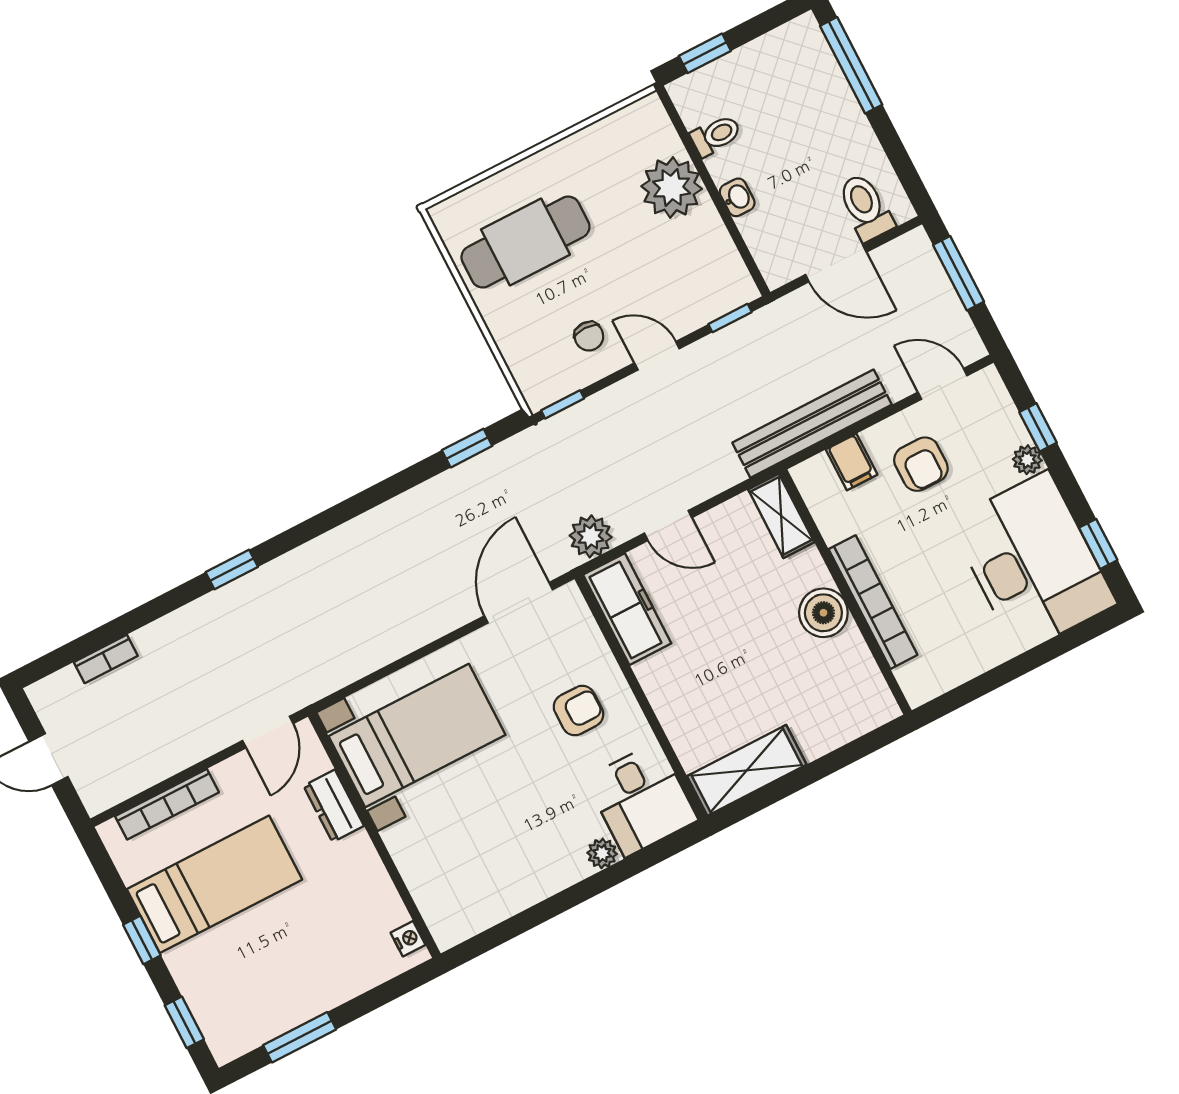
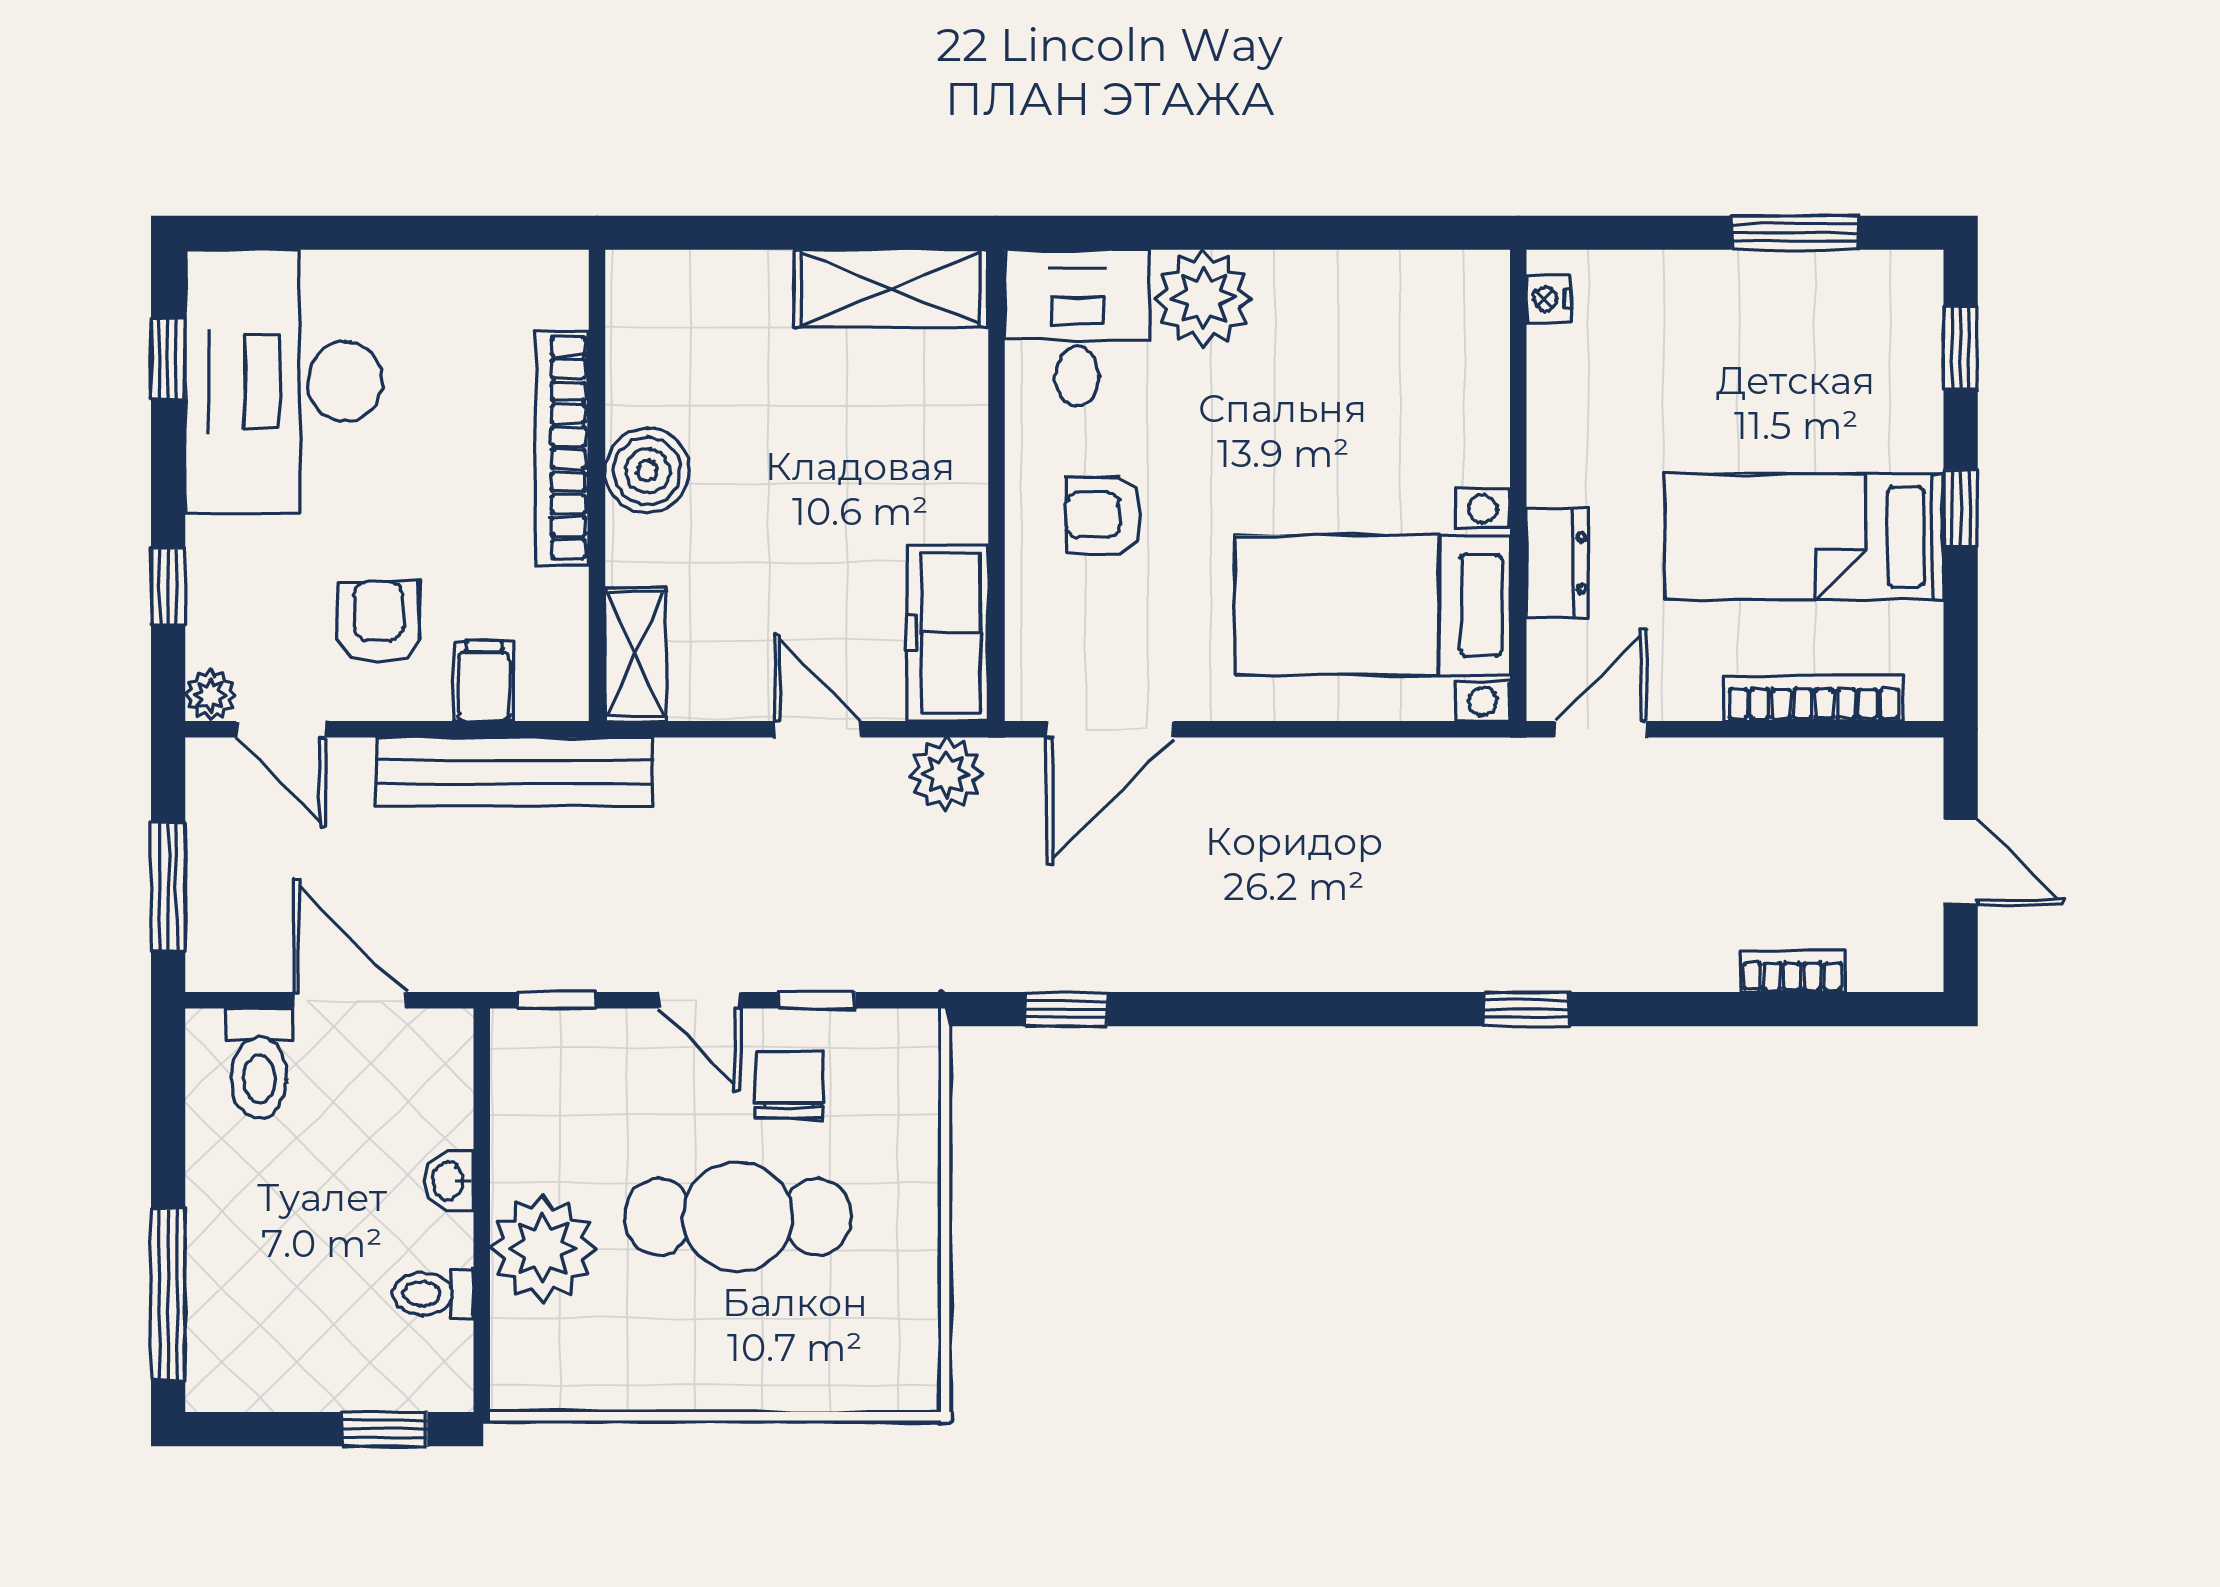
cafe table: (525, 242) -> (738, 1217), moved
chair: (589, 336) -> (789, 1085), width x1.37, depth x1.37
window: (563, 404) -> (817, 1000), moved
plant: (1027, 460) -> (210, 695), moved
plant: (602, 853) -> (1203, 298), width x1.87, depth x1.87

